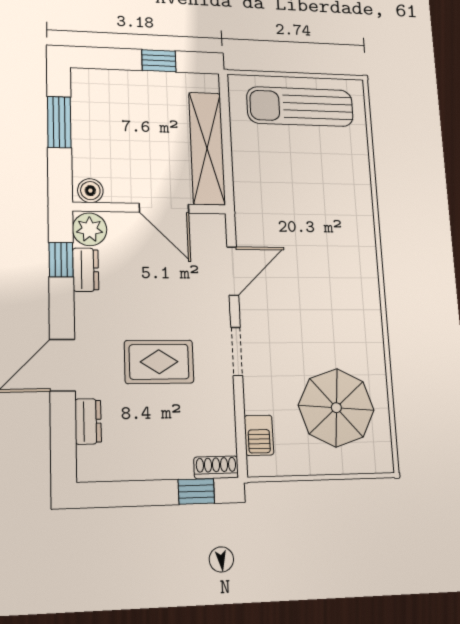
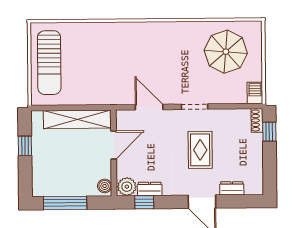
window: (59, 122) -> (65, 203), width x1.44
barbecue: (259, 435) -> (255, 93), moved, turned -90

